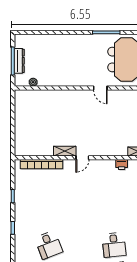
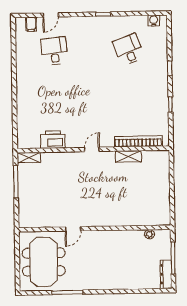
dresser: (19, 61) -> (166, 274), moved
door: (100, 88) -> (73, 229), swing flipped
shelving: (65, 151) -> (128, 156), moved
printer: (122, 165) -> (53, 140), width x1.87, depth x1.48

